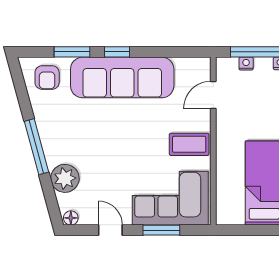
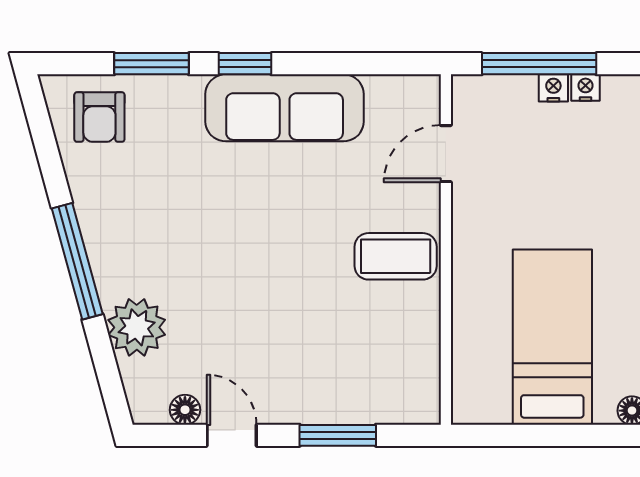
nightstand: (246, 64) -> (553, 88), moved
sofa: (122, 77) -> (285, 108), width x0.74, depth x0.79
corner sofa: (170, 198) -> (356, 368), removed
floor lamp: (71, 218) -> (185, 410), moved

